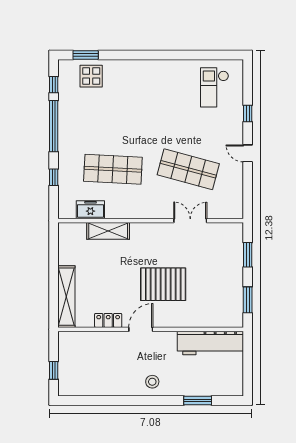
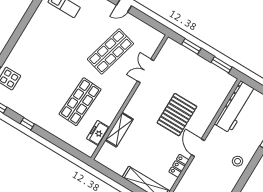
window: (54, 126) -> (27, 124), width x0.32
window: (54, 177) -> (61, 144), removed

